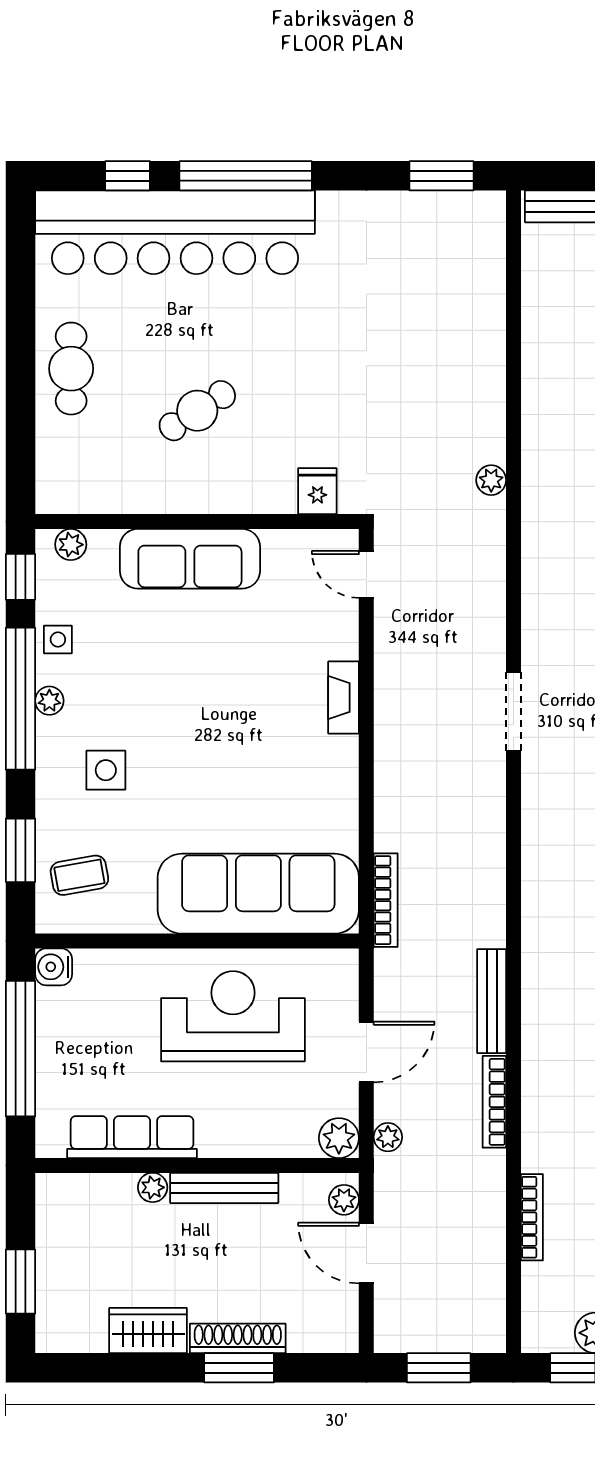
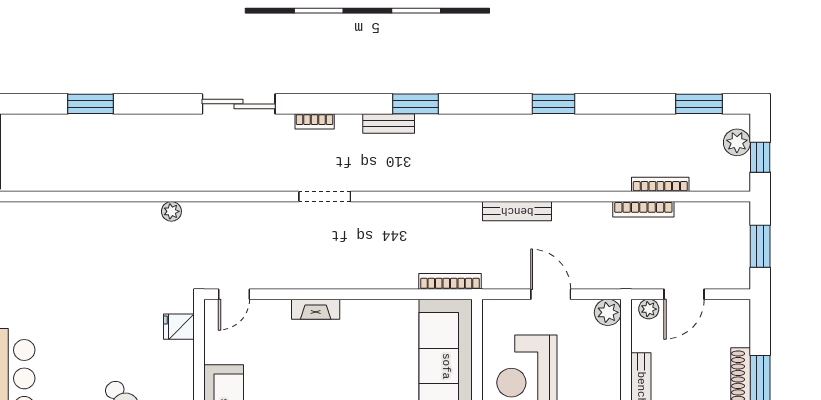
bookcase: (494, 1102) -> (643, 209), moved
plant: (388, 1137) -> (607, 280), removed

